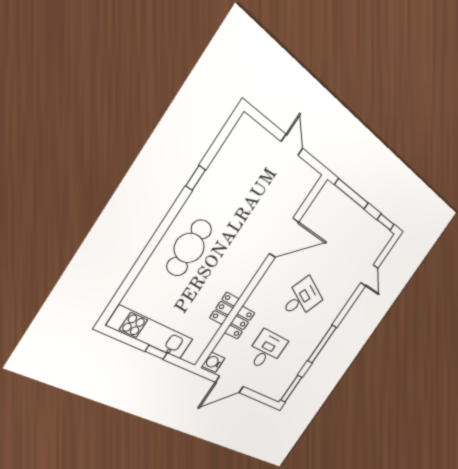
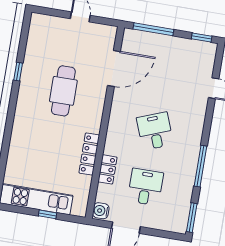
door: (284, 238) -> (114, 68), moved
cafe table: (189, 248) -> (63, 91), moved
desk: (301, 298) -> (155, 131), turned -45
locker: (225, 308) -> (89, 154), width x1.53

